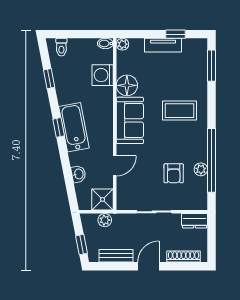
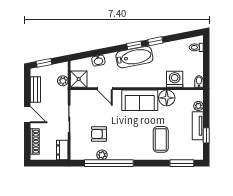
plant: (123, 44) -> (198, 106), moved
window: (49, 79) -> (155, 41), moved
coffee table: (180, 111) -> (161, 139), moved

